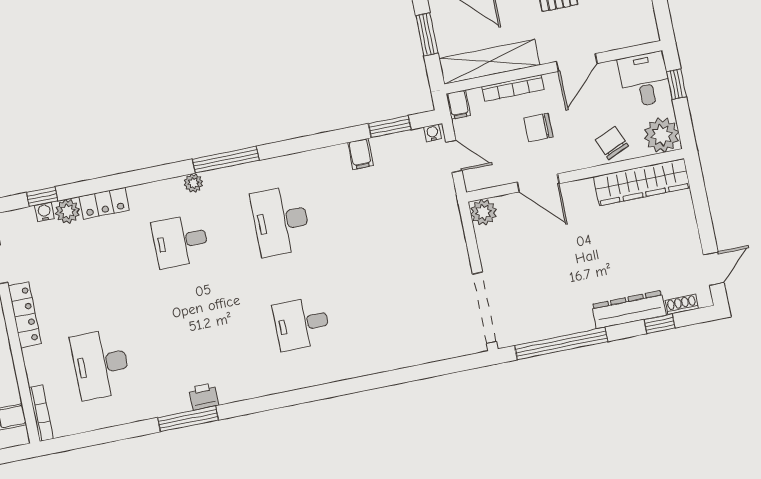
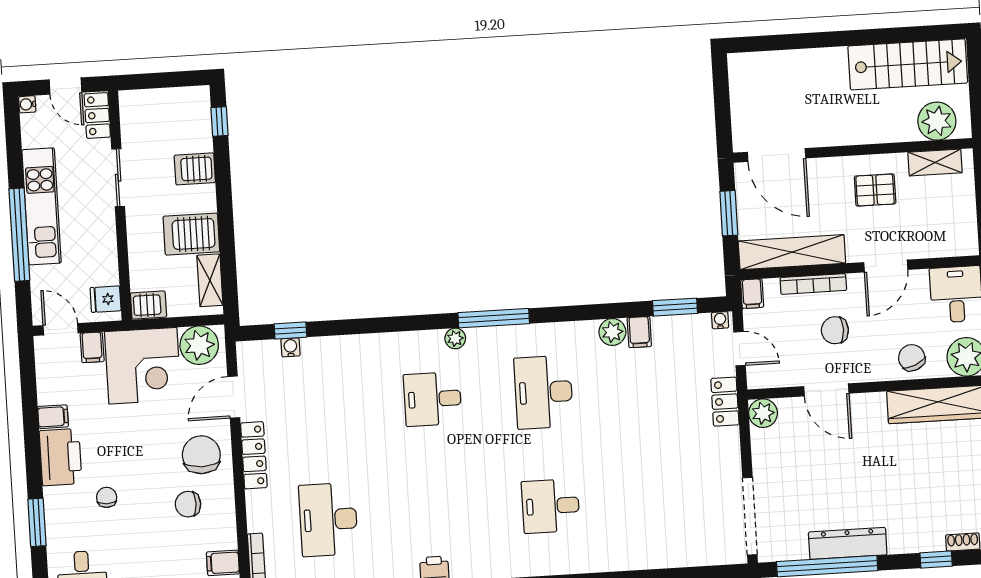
locker: (104, 203) -> (725, 402), moved, turned 90
plant: (67, 211) -> (612, 332), moved
dresser: (629, 310) -> (848, 543), moved

